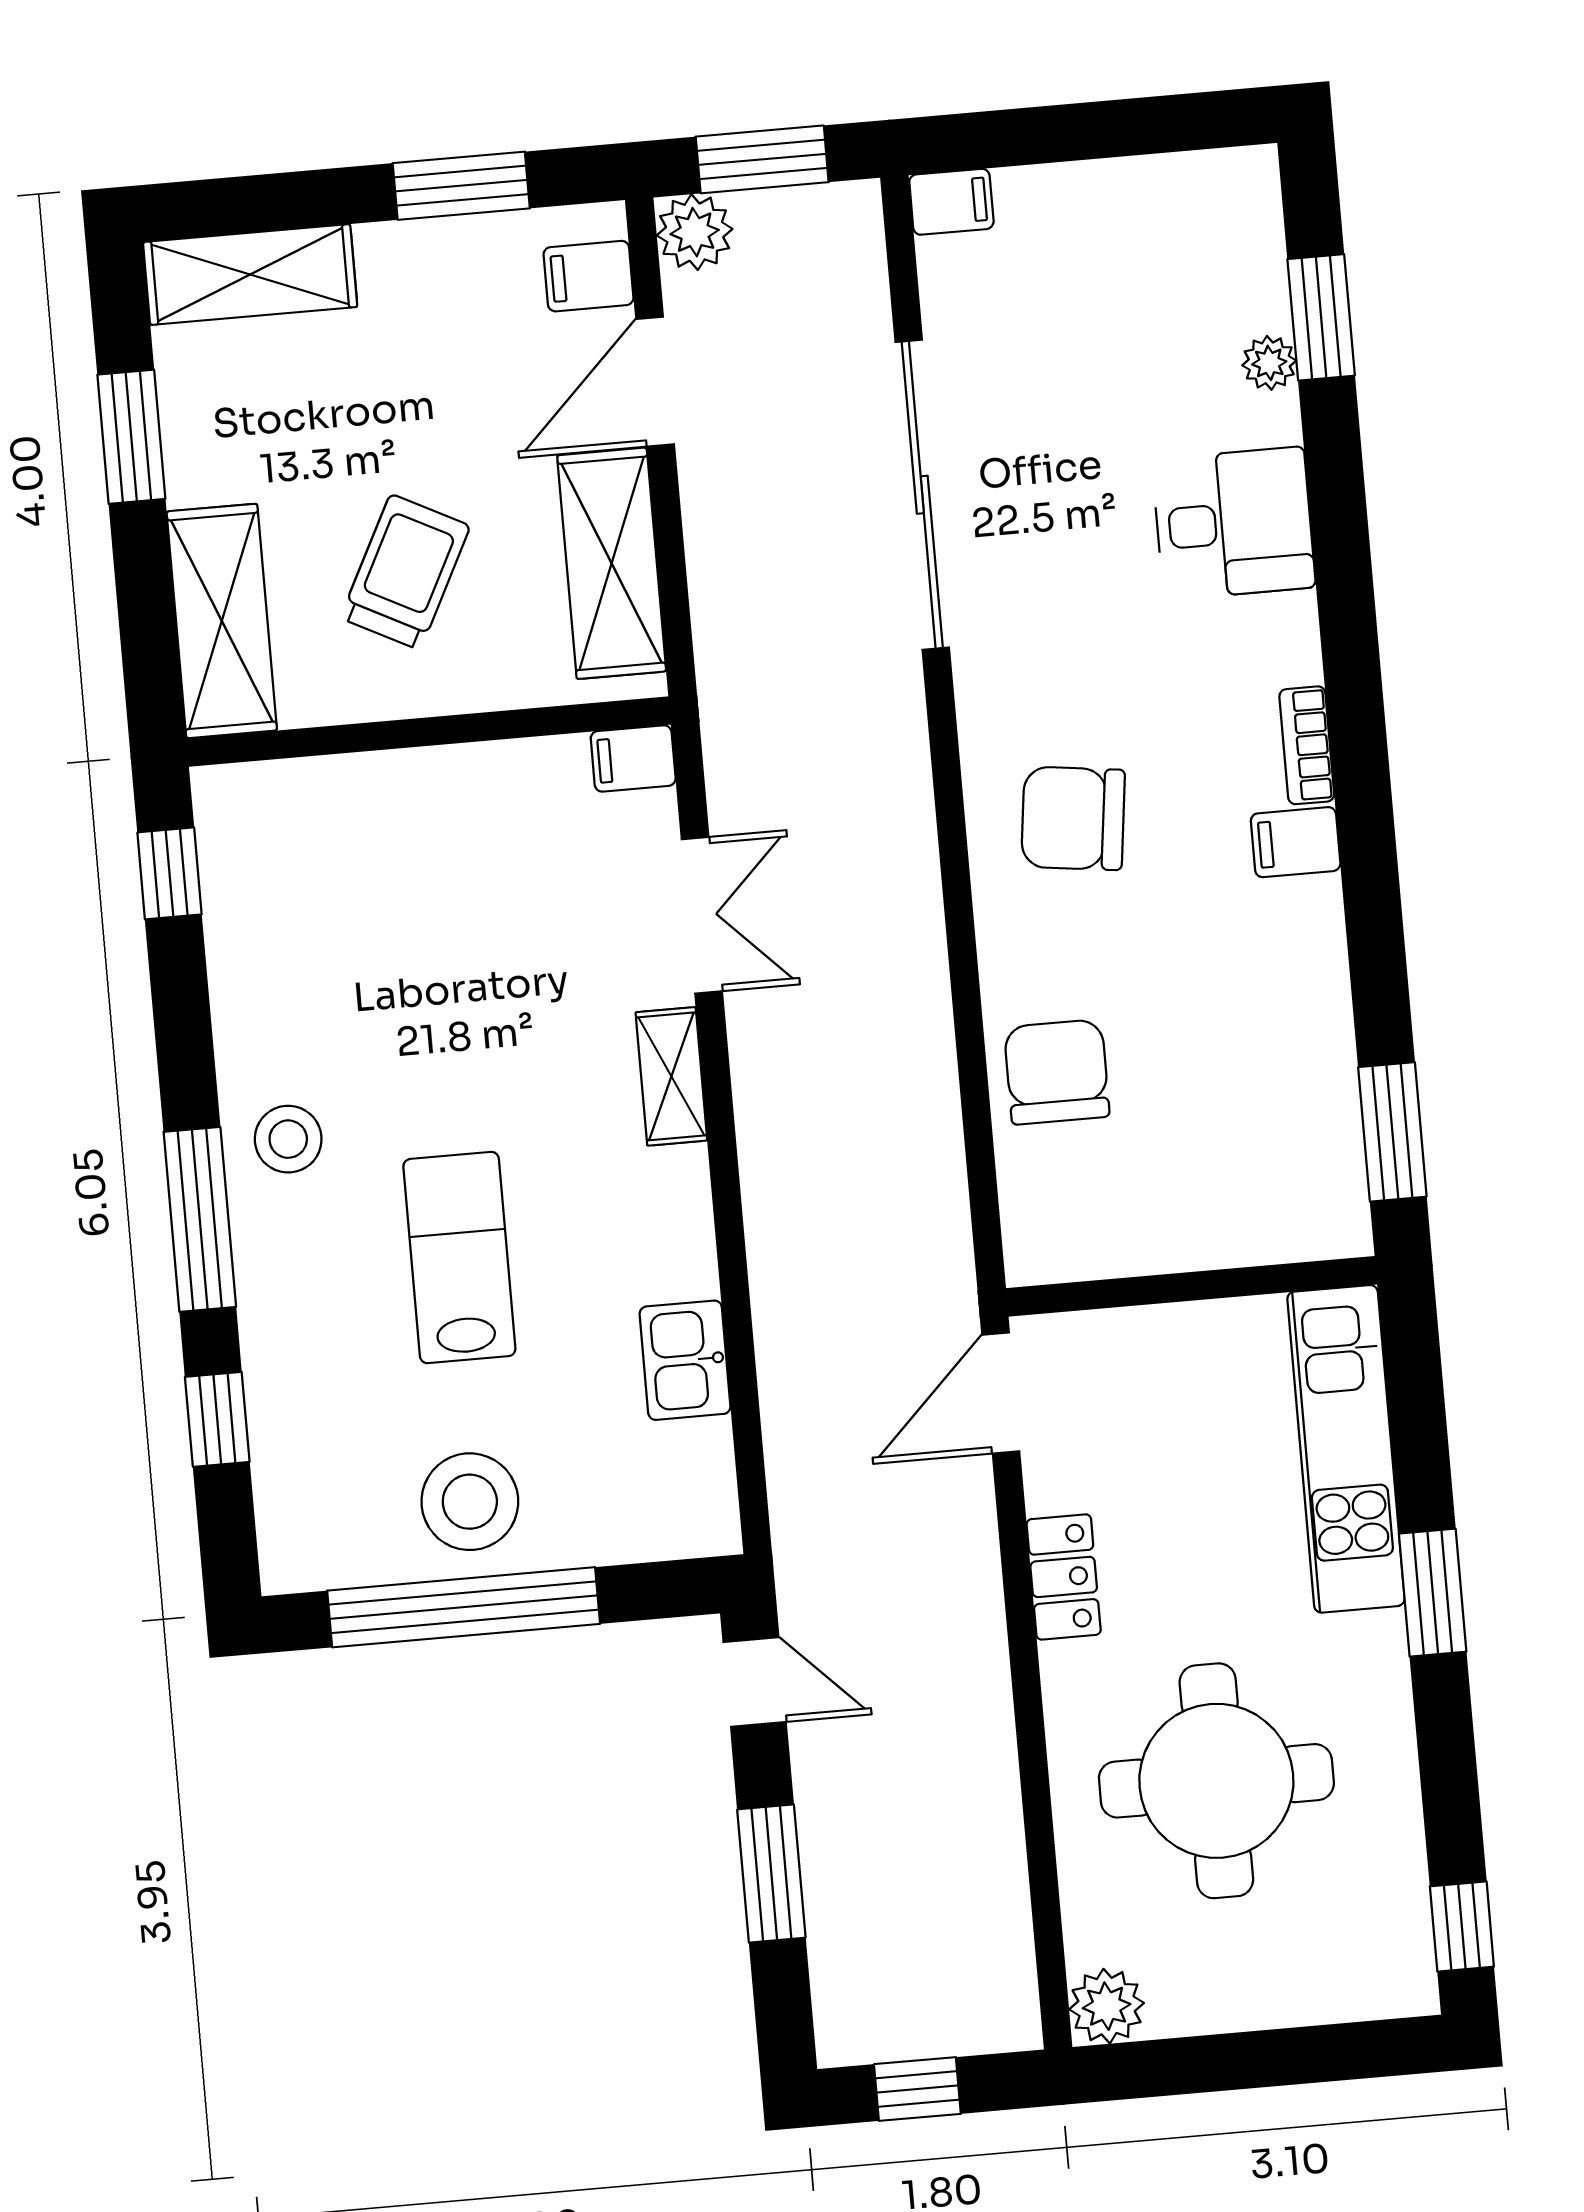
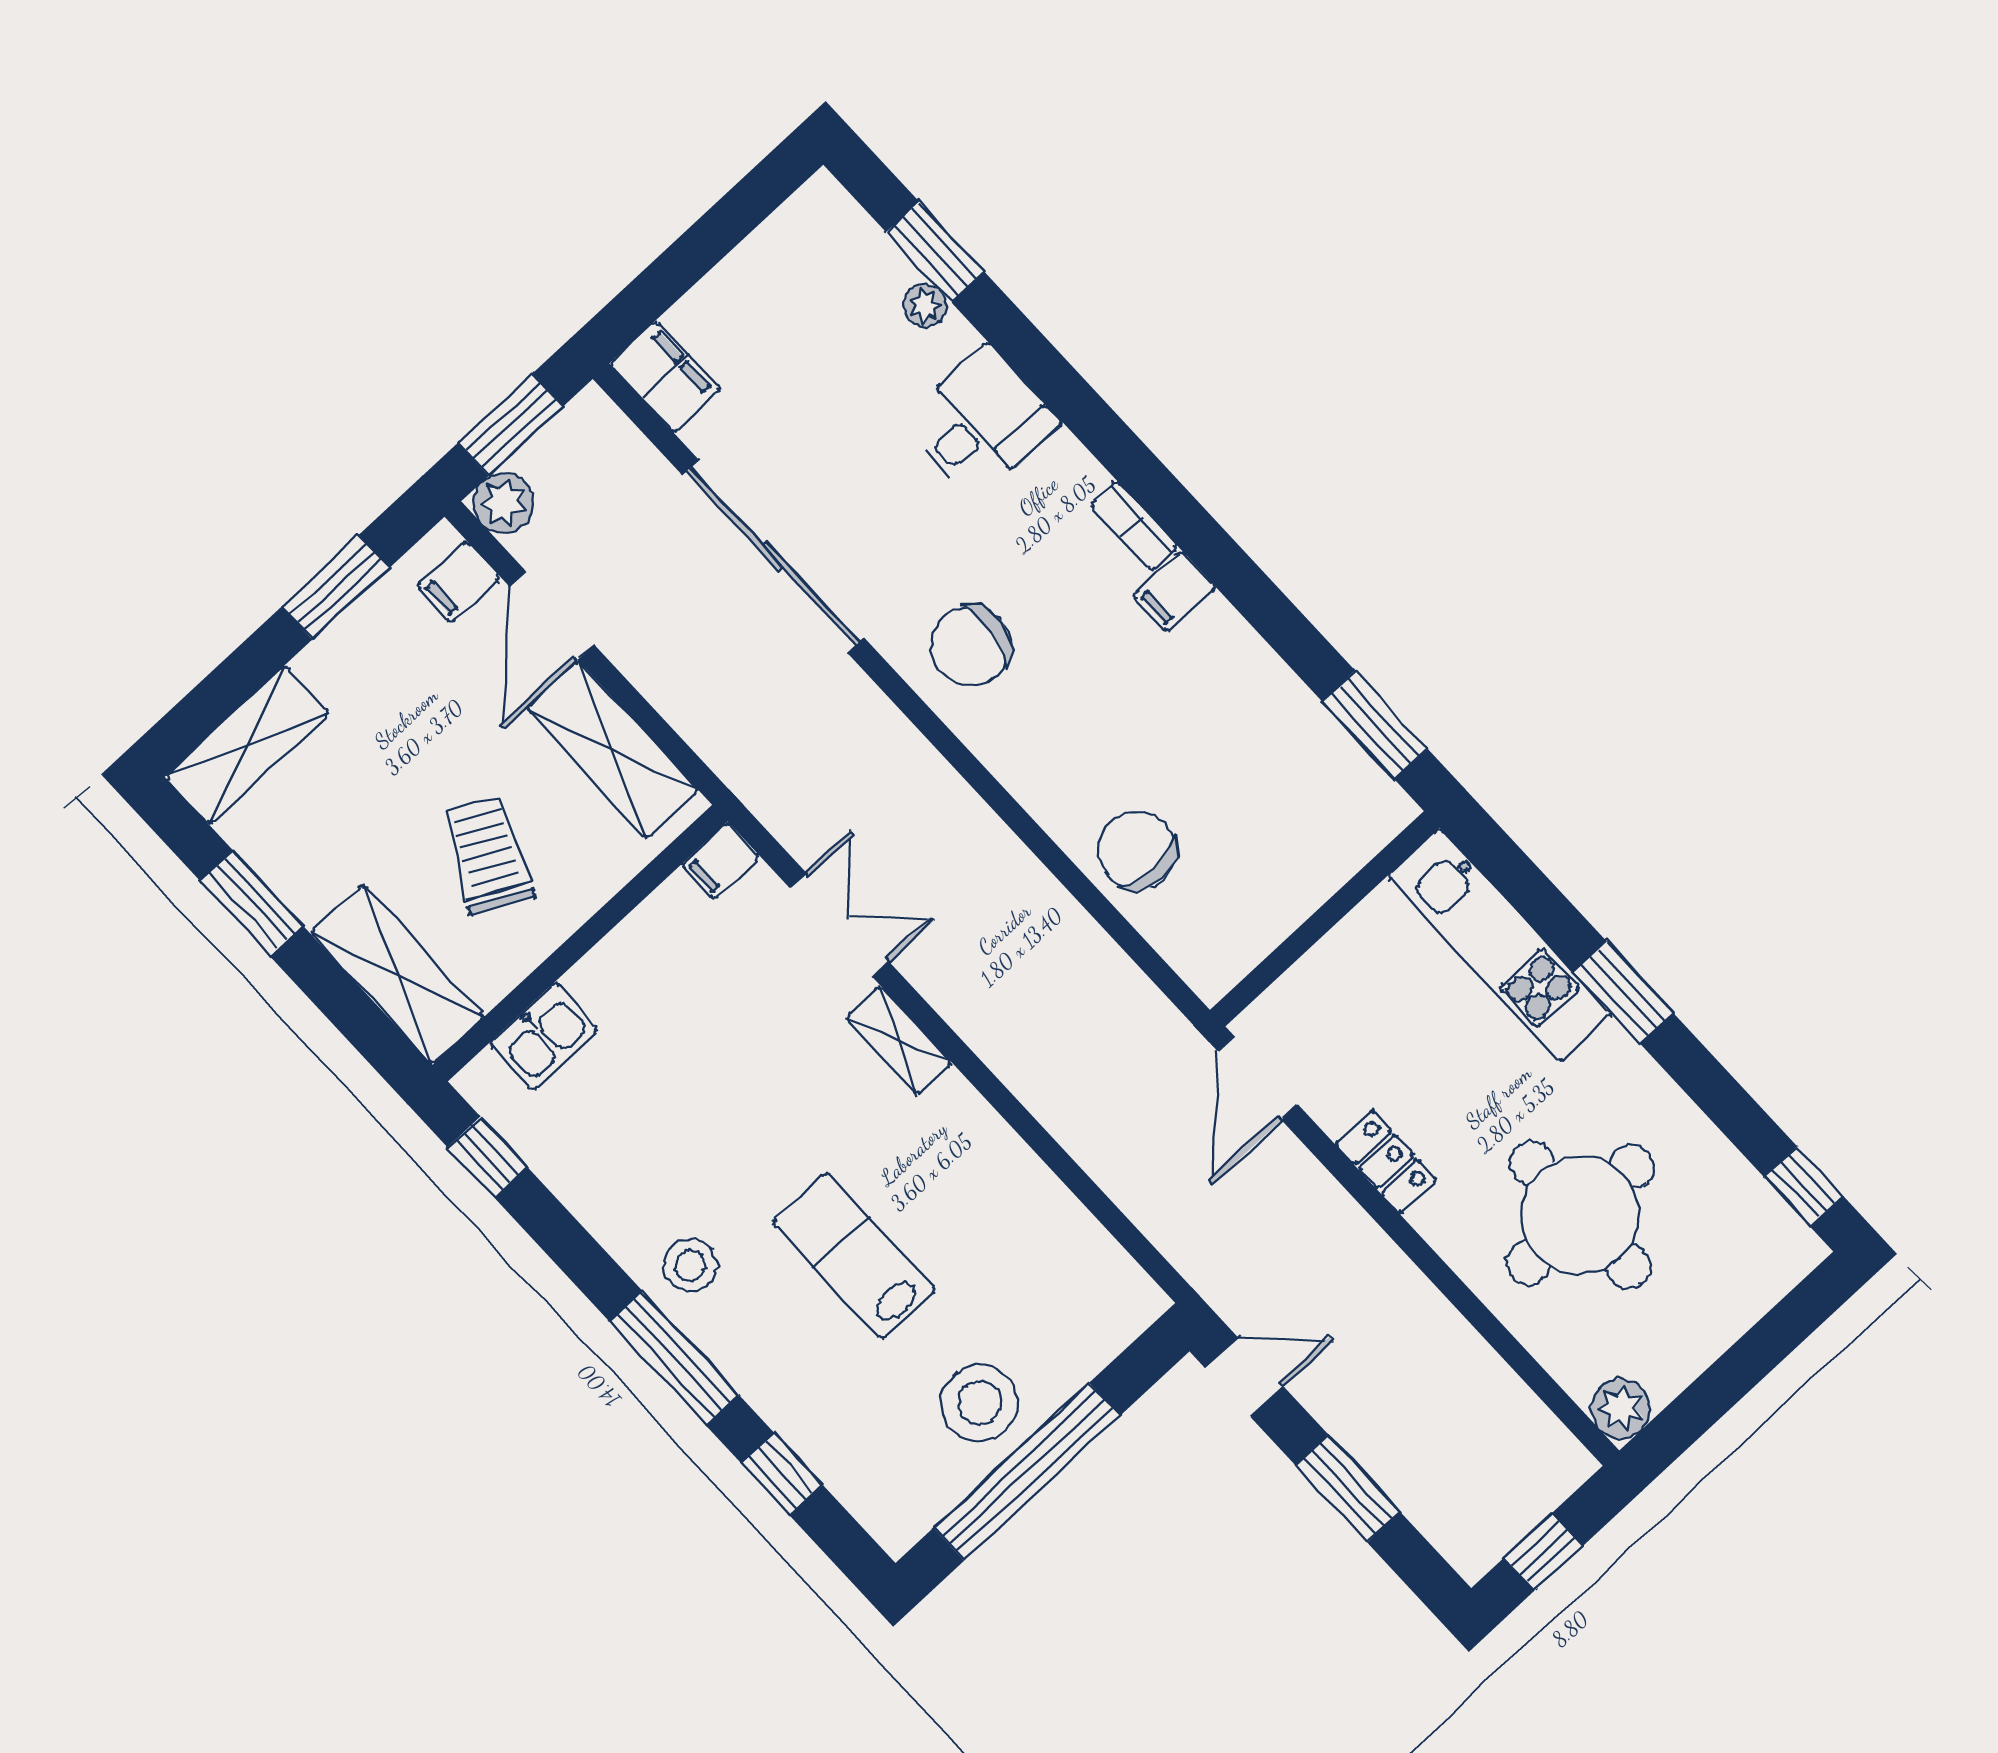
filing cabinet: (951, 202) -> (665, 377), width x2.00
chair: (1073, 818) -> (970, 646), moved
kitchen sink: (685, 1360) -> (544, 1037), moved, turned -90

